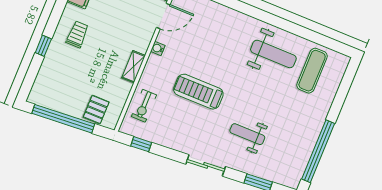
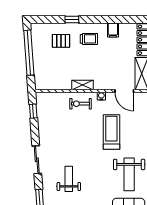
treadmill: (198, 92) -> (111, 132), moved
exercise bike: (144, 106) -> (80, 104), moved
pallet: (96, 110) -> (61, 41), moved

